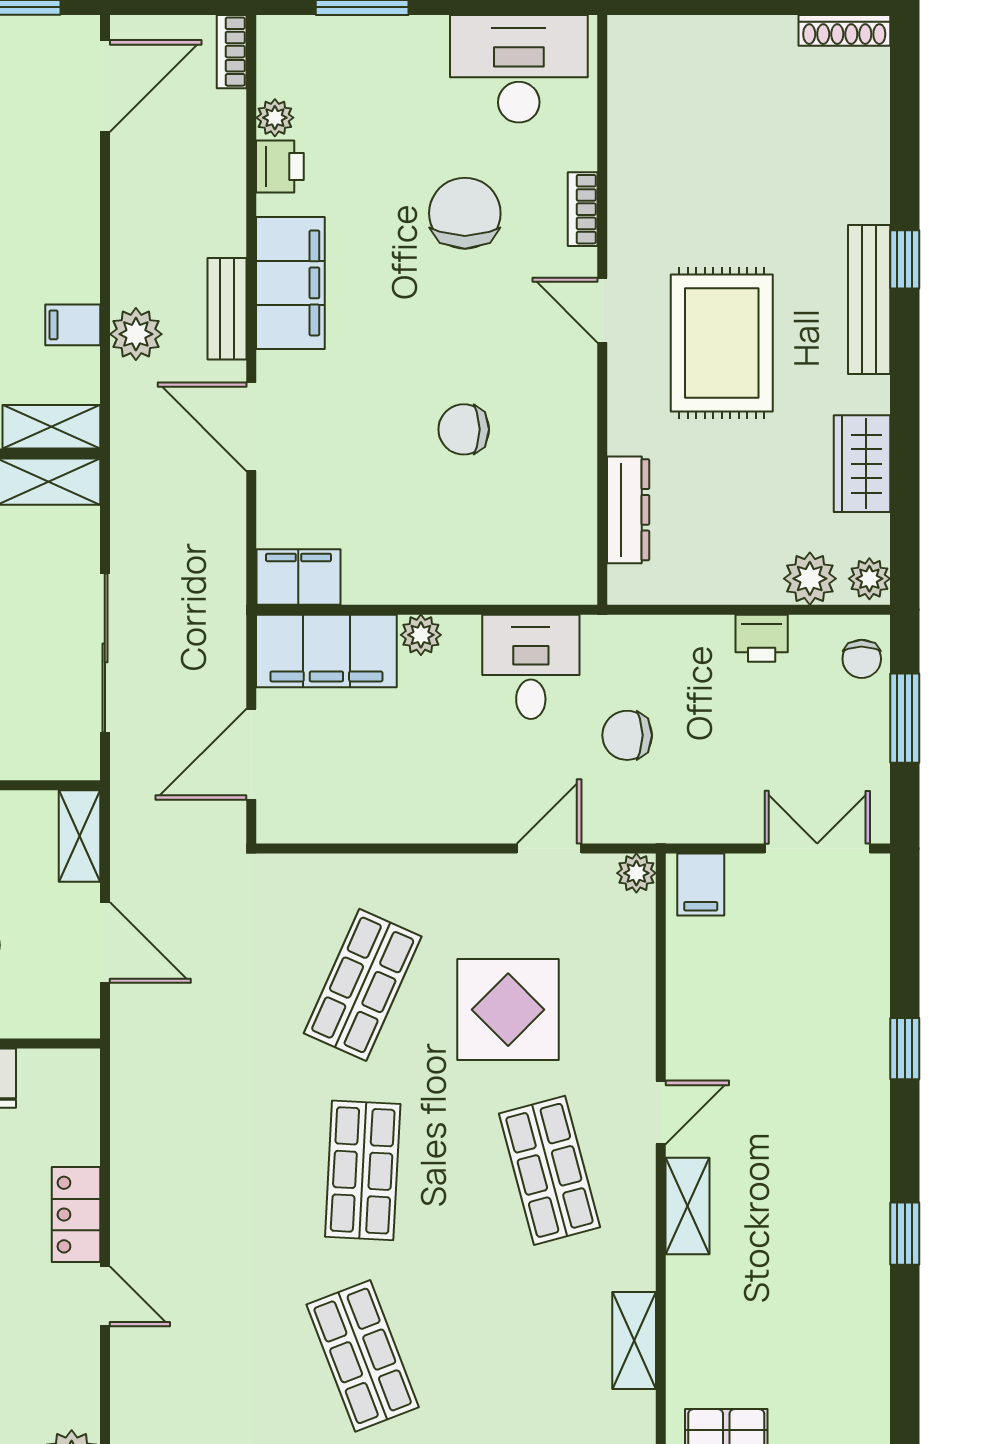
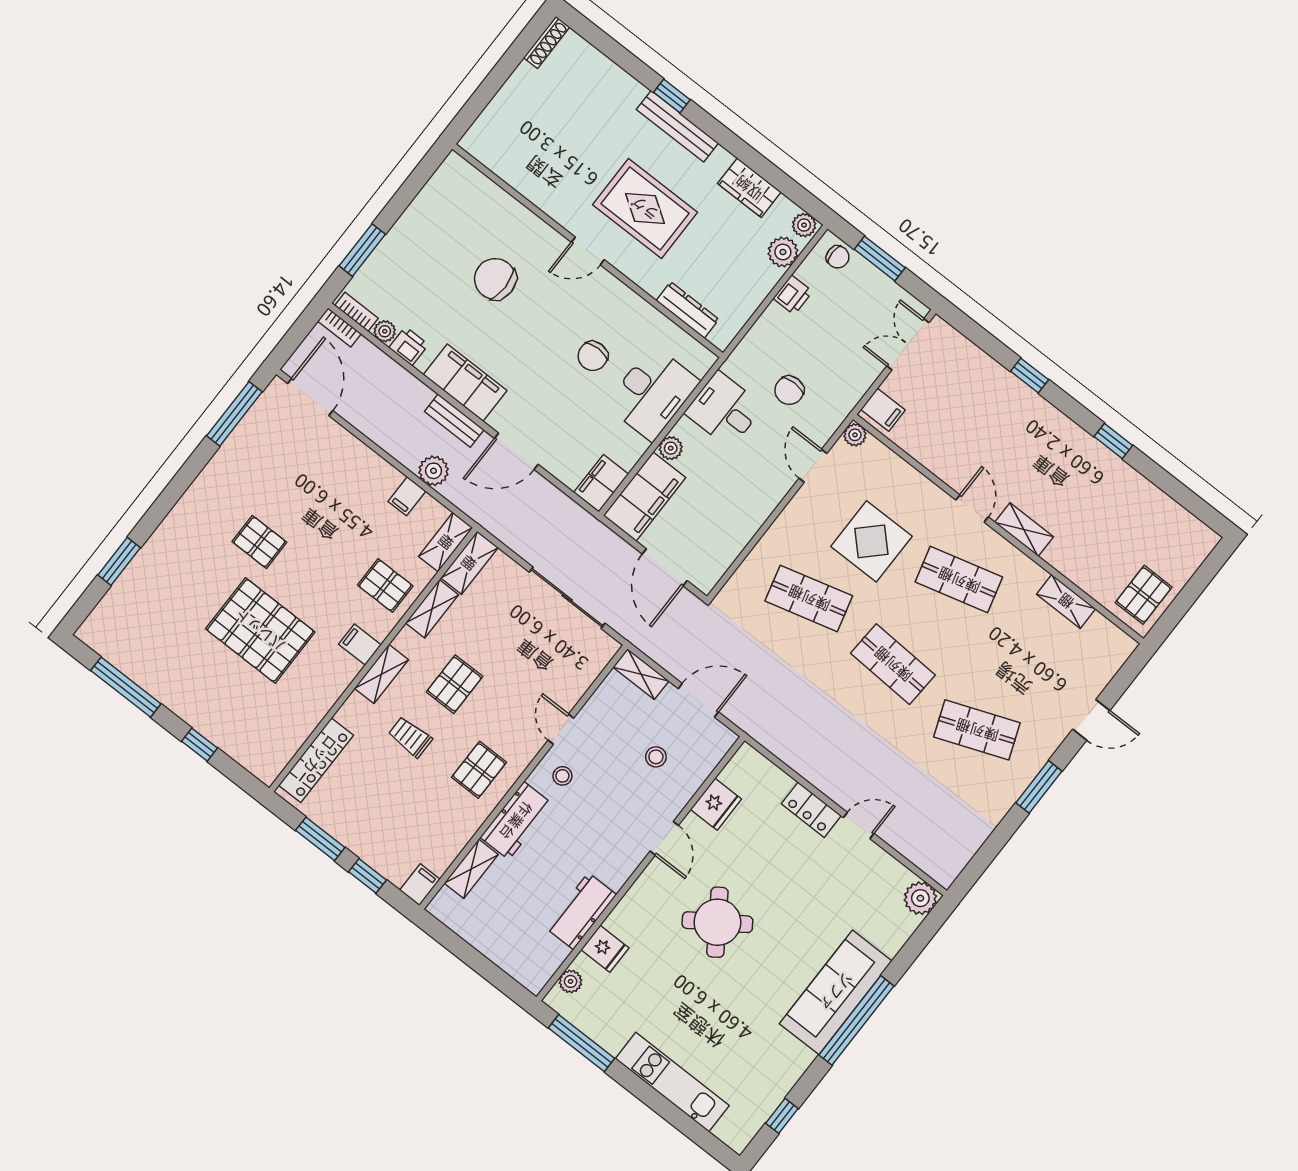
desk: (519, 69) -> (652, 393), moved, turned 180
bookcase: (583, 209) -> (356, 312), moved, turned 180
shop shelf: (363, 985) -> (809, 598), turned -39

